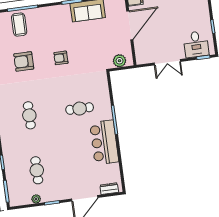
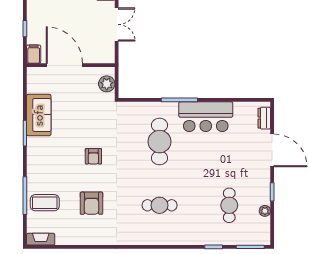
cafe table: (80, 109) -> (160, 142), width x1.37, depth x1.35
cafe table: (37, 170) -> (229, 205), turned 90

